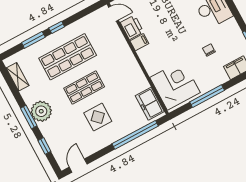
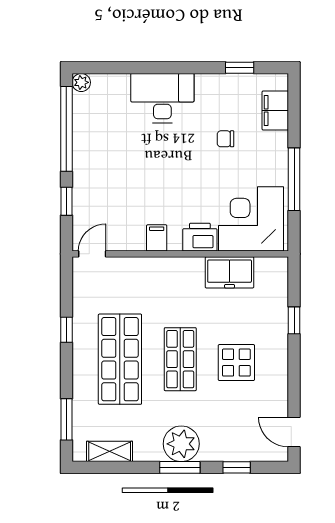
window: (57, 27) -> (66, 330), moved
printer: (132, 27) -> (200, 237), moved
window: (33, 40) -> (66, 419), moved
freezer: (150, 104) -> (230, 272), moved
window: (135, 135) -> (294, 320), width x0.32

